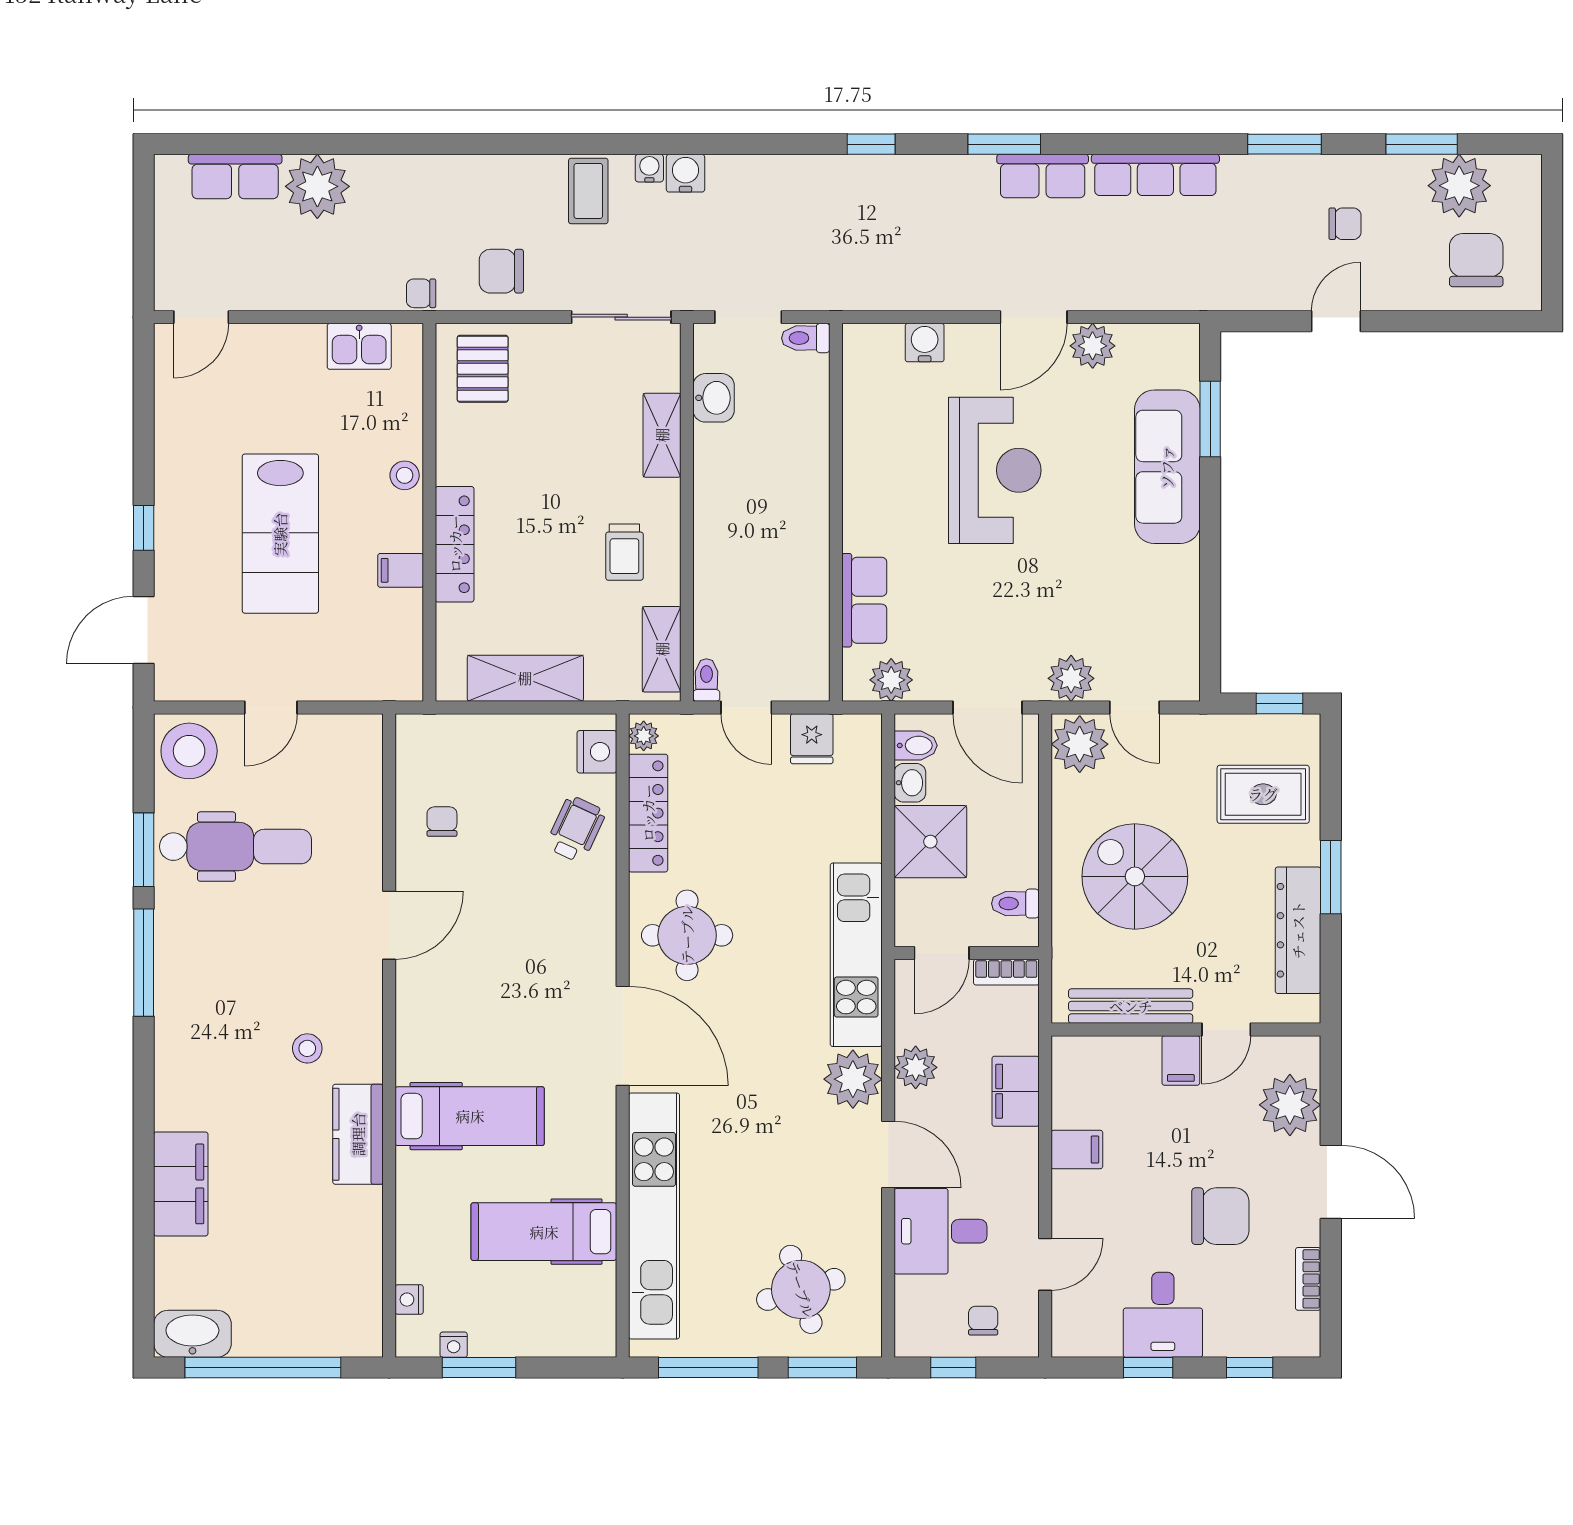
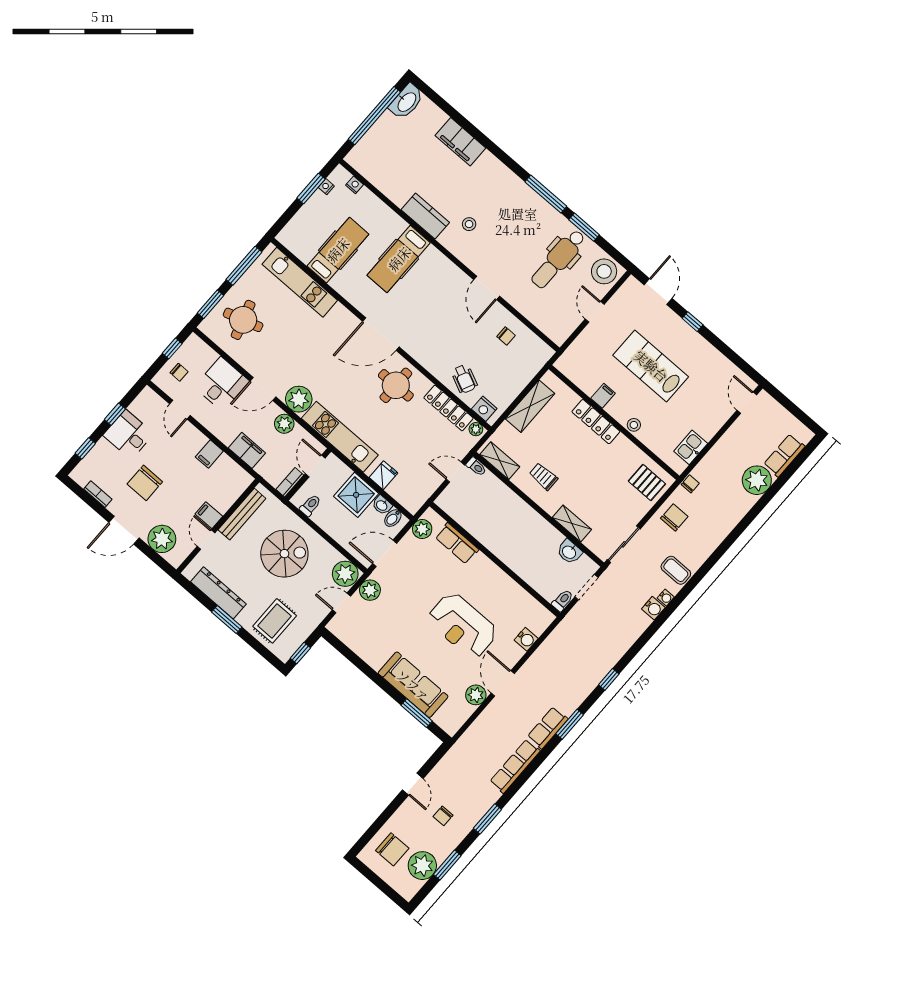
fridge: (812, 739) -> (383, 475), moved, turned 90
kitchen unit: (654, 1216) -> (300, 282), width x0.73

